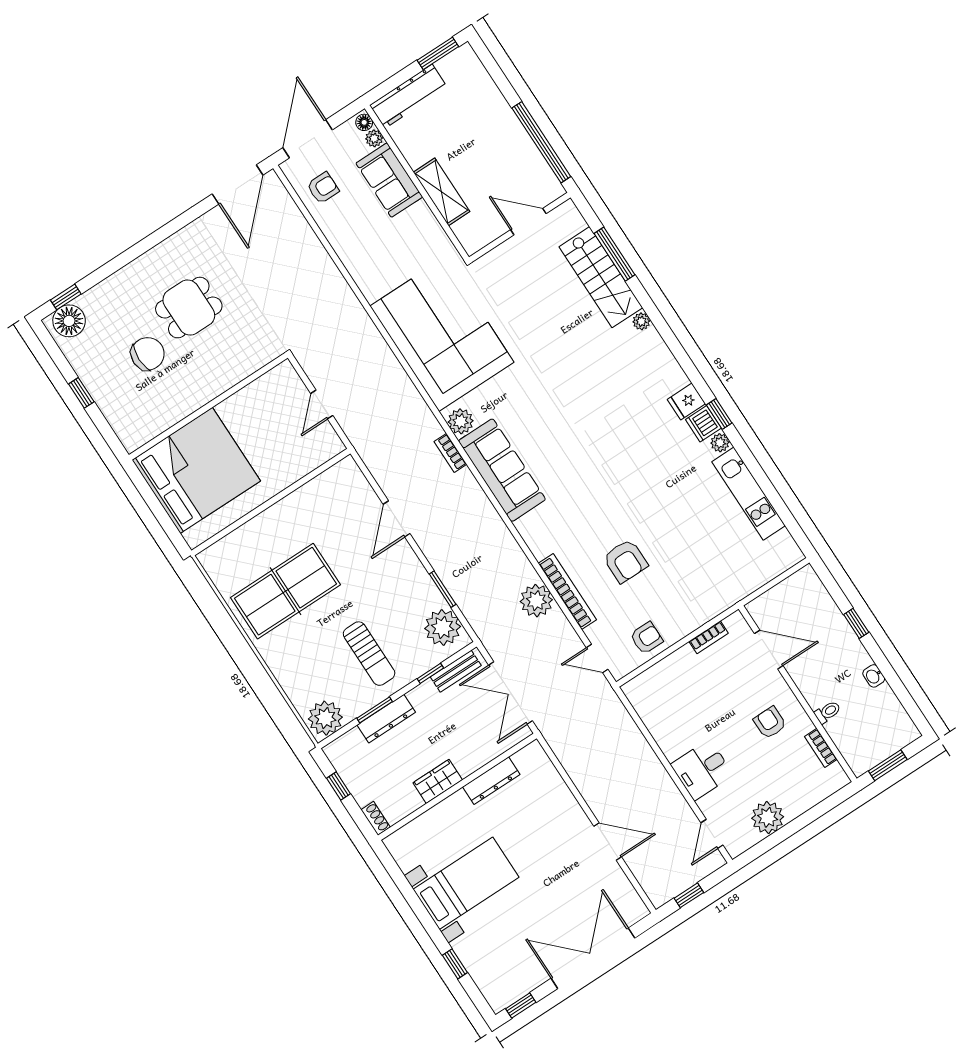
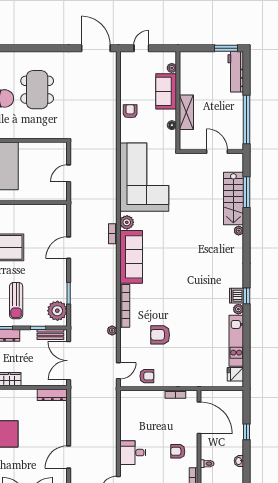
workbench: (409, 96) -> (236, 72), moved, turned 90
floor lamp: (364, 122) -> (172, 125), moved
door: (308, 139) -> (141, 48), width x0.53
door: (238, 185) -> (96, 48), swing flipped
armchair: (323, 188) -> (130, 111), moved, turned -90
dining table: (189, 308) -> (37, 90), width x1.38
fridge: (686, 402) -> (235, 374), moved
armchair: (625, 561) -> (160, 335), turned 90
bookcase: (567, 591) -> (125, 306), moved
plant: (536, 601) -> (112, 330), width x0.53, depth x0.53
door: (769, 650) -> (199, 418), width x1.36
door: (597, 658) -> (118, 371), swing flipped
armchair: (770, 723) -> (178, 451), turned -90
dresser: (491, 781) -> (52, 395), moved
door: (608, 841) -> (69, 457), swing flipped

